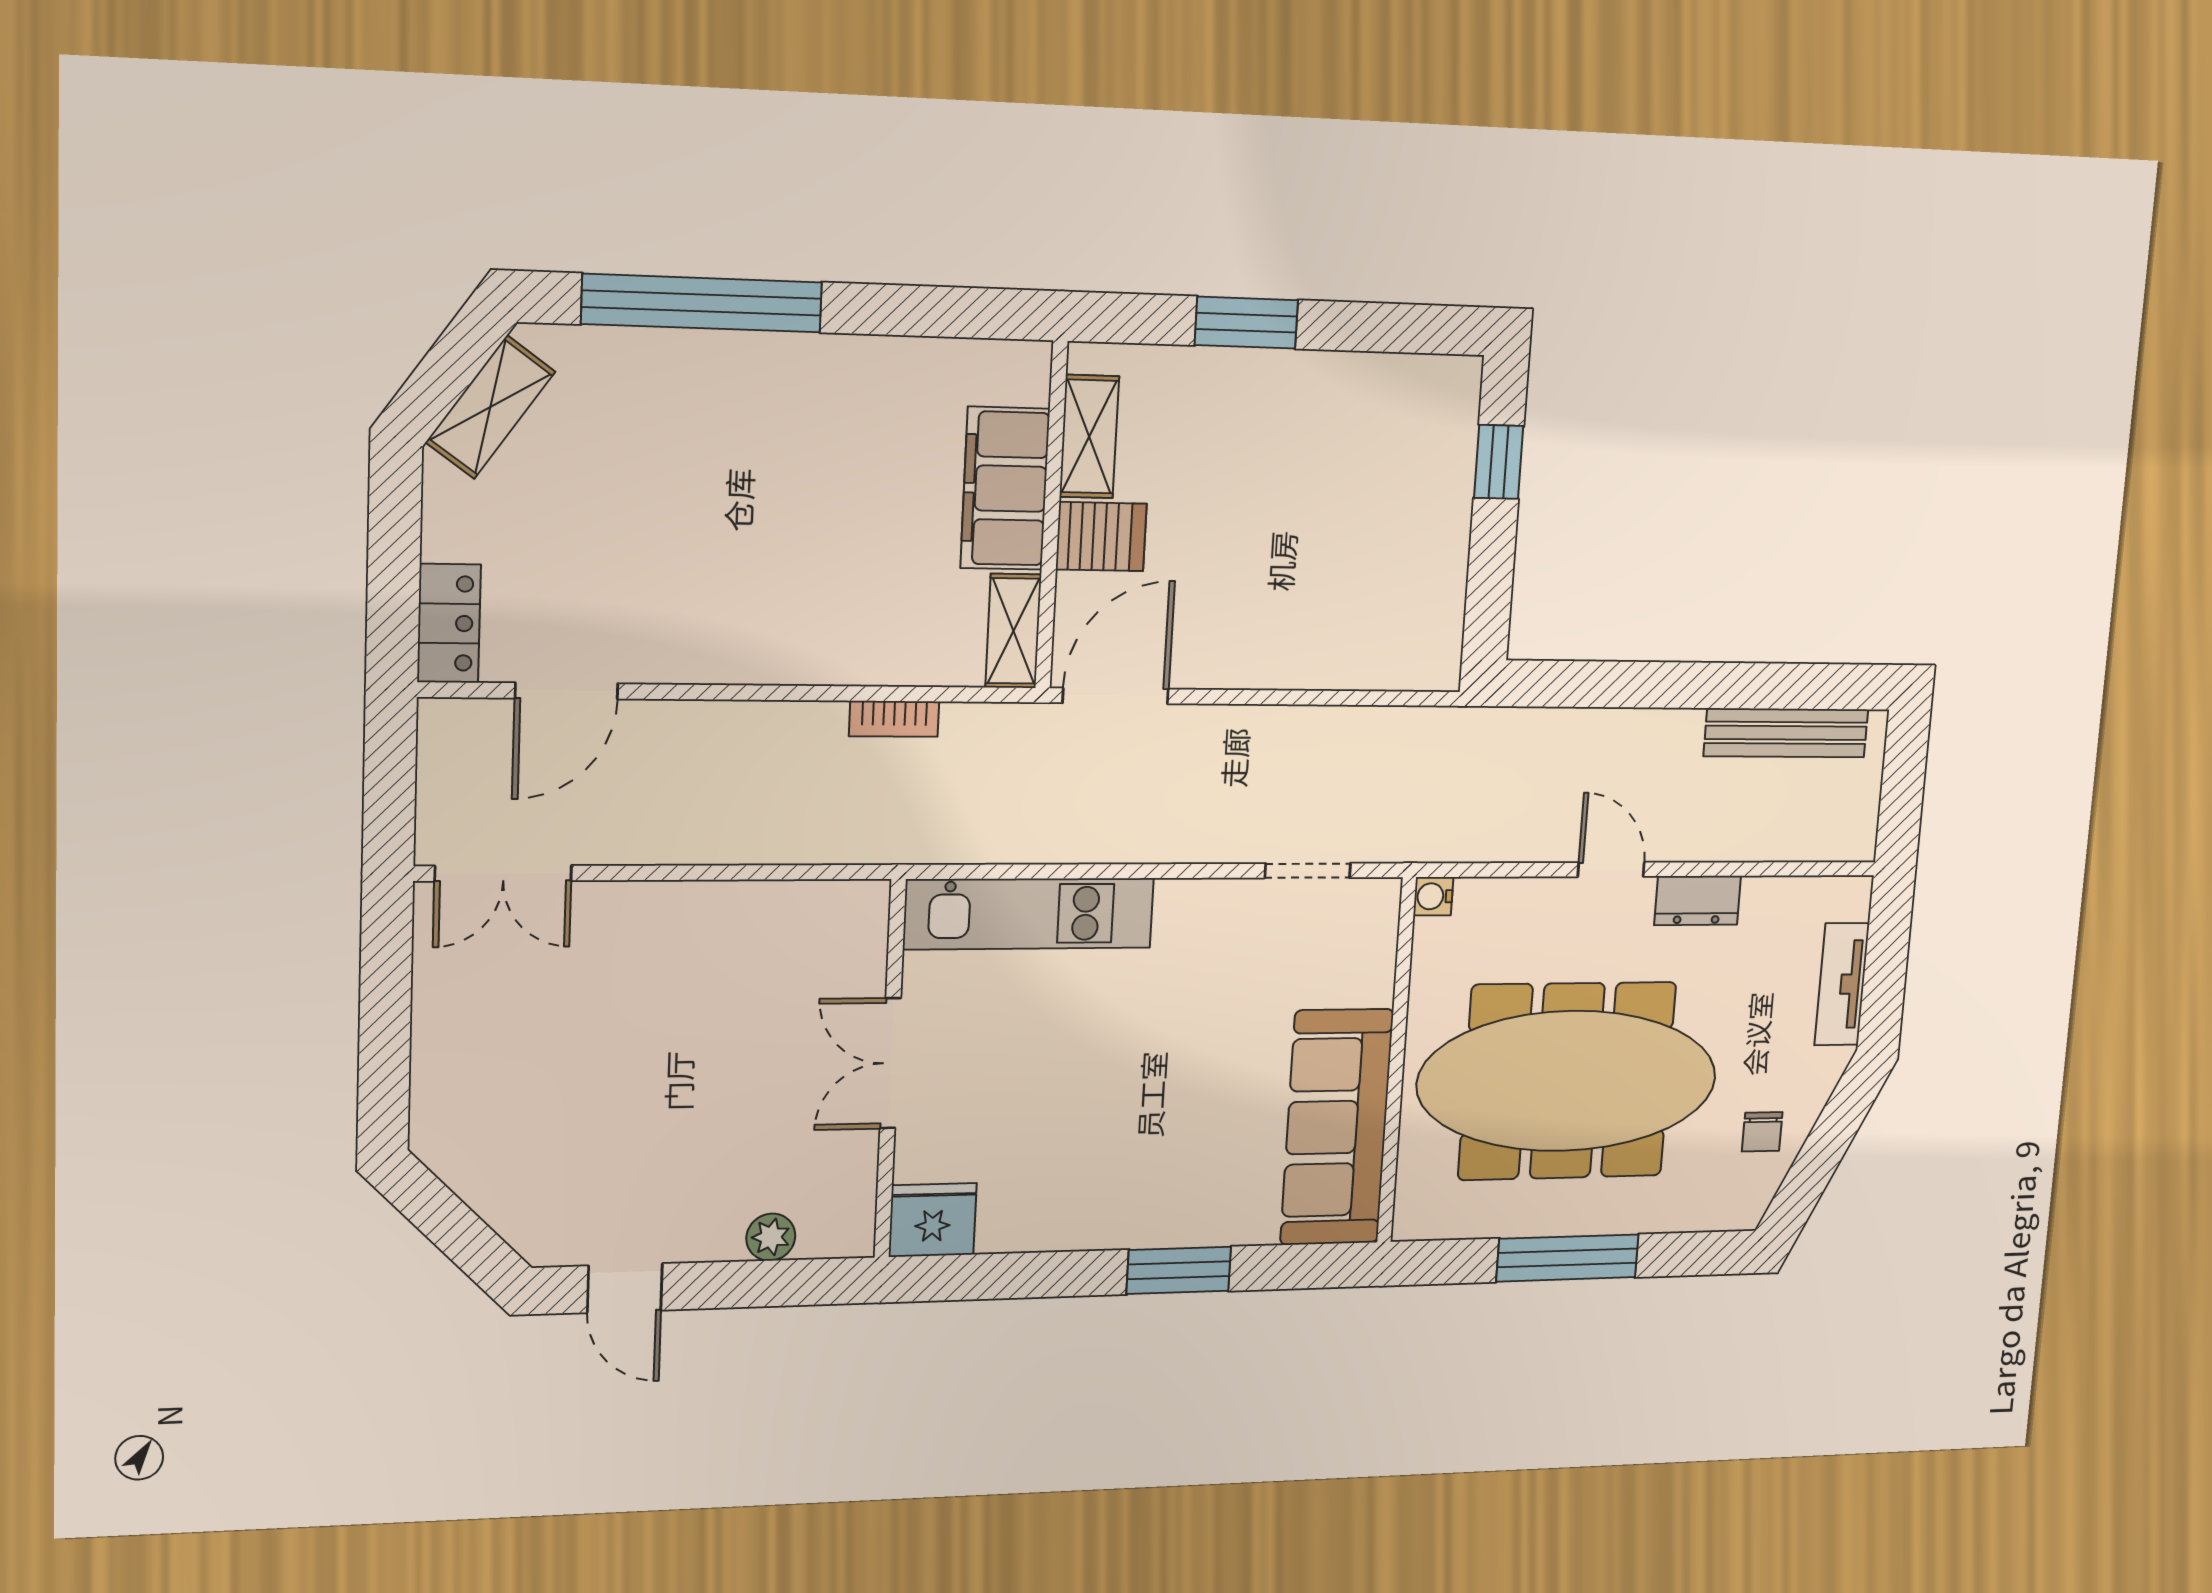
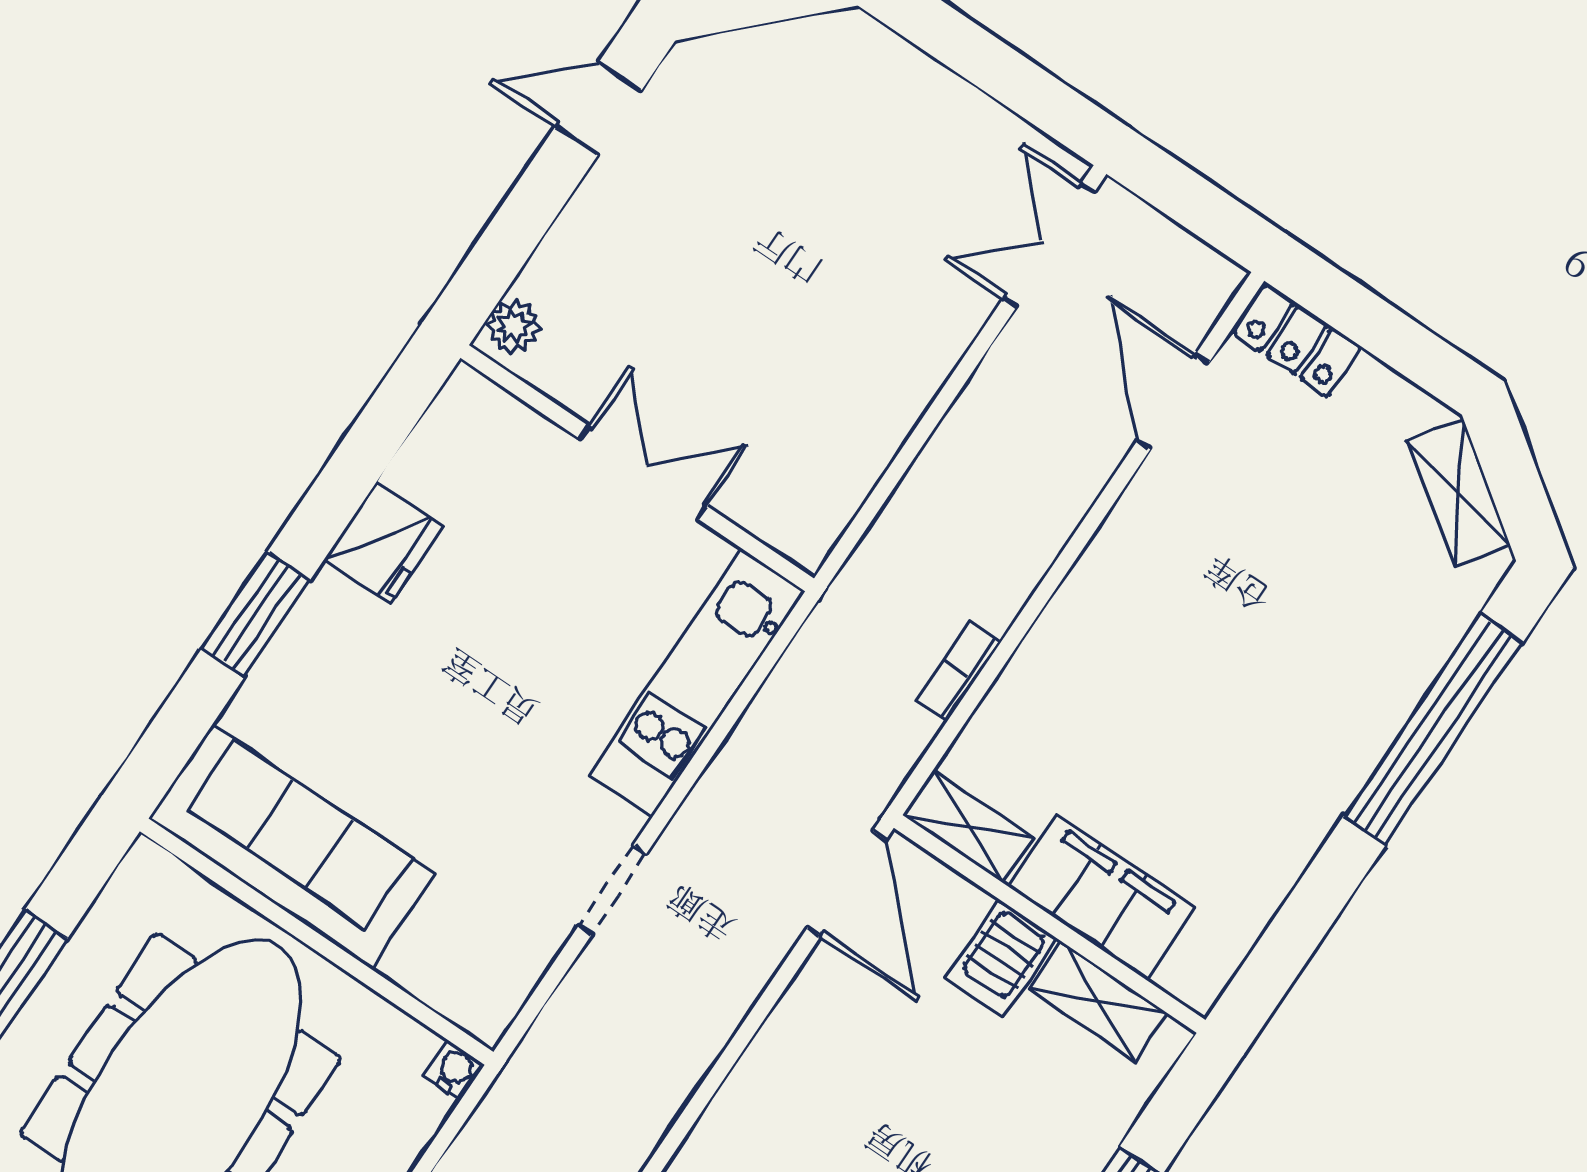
doorway: (1308, 871) -> (612, 890), moved
fridge: (933, 1220) -> (384, 543), moved
plant: (771, 1237) -> (513, 326), moved

